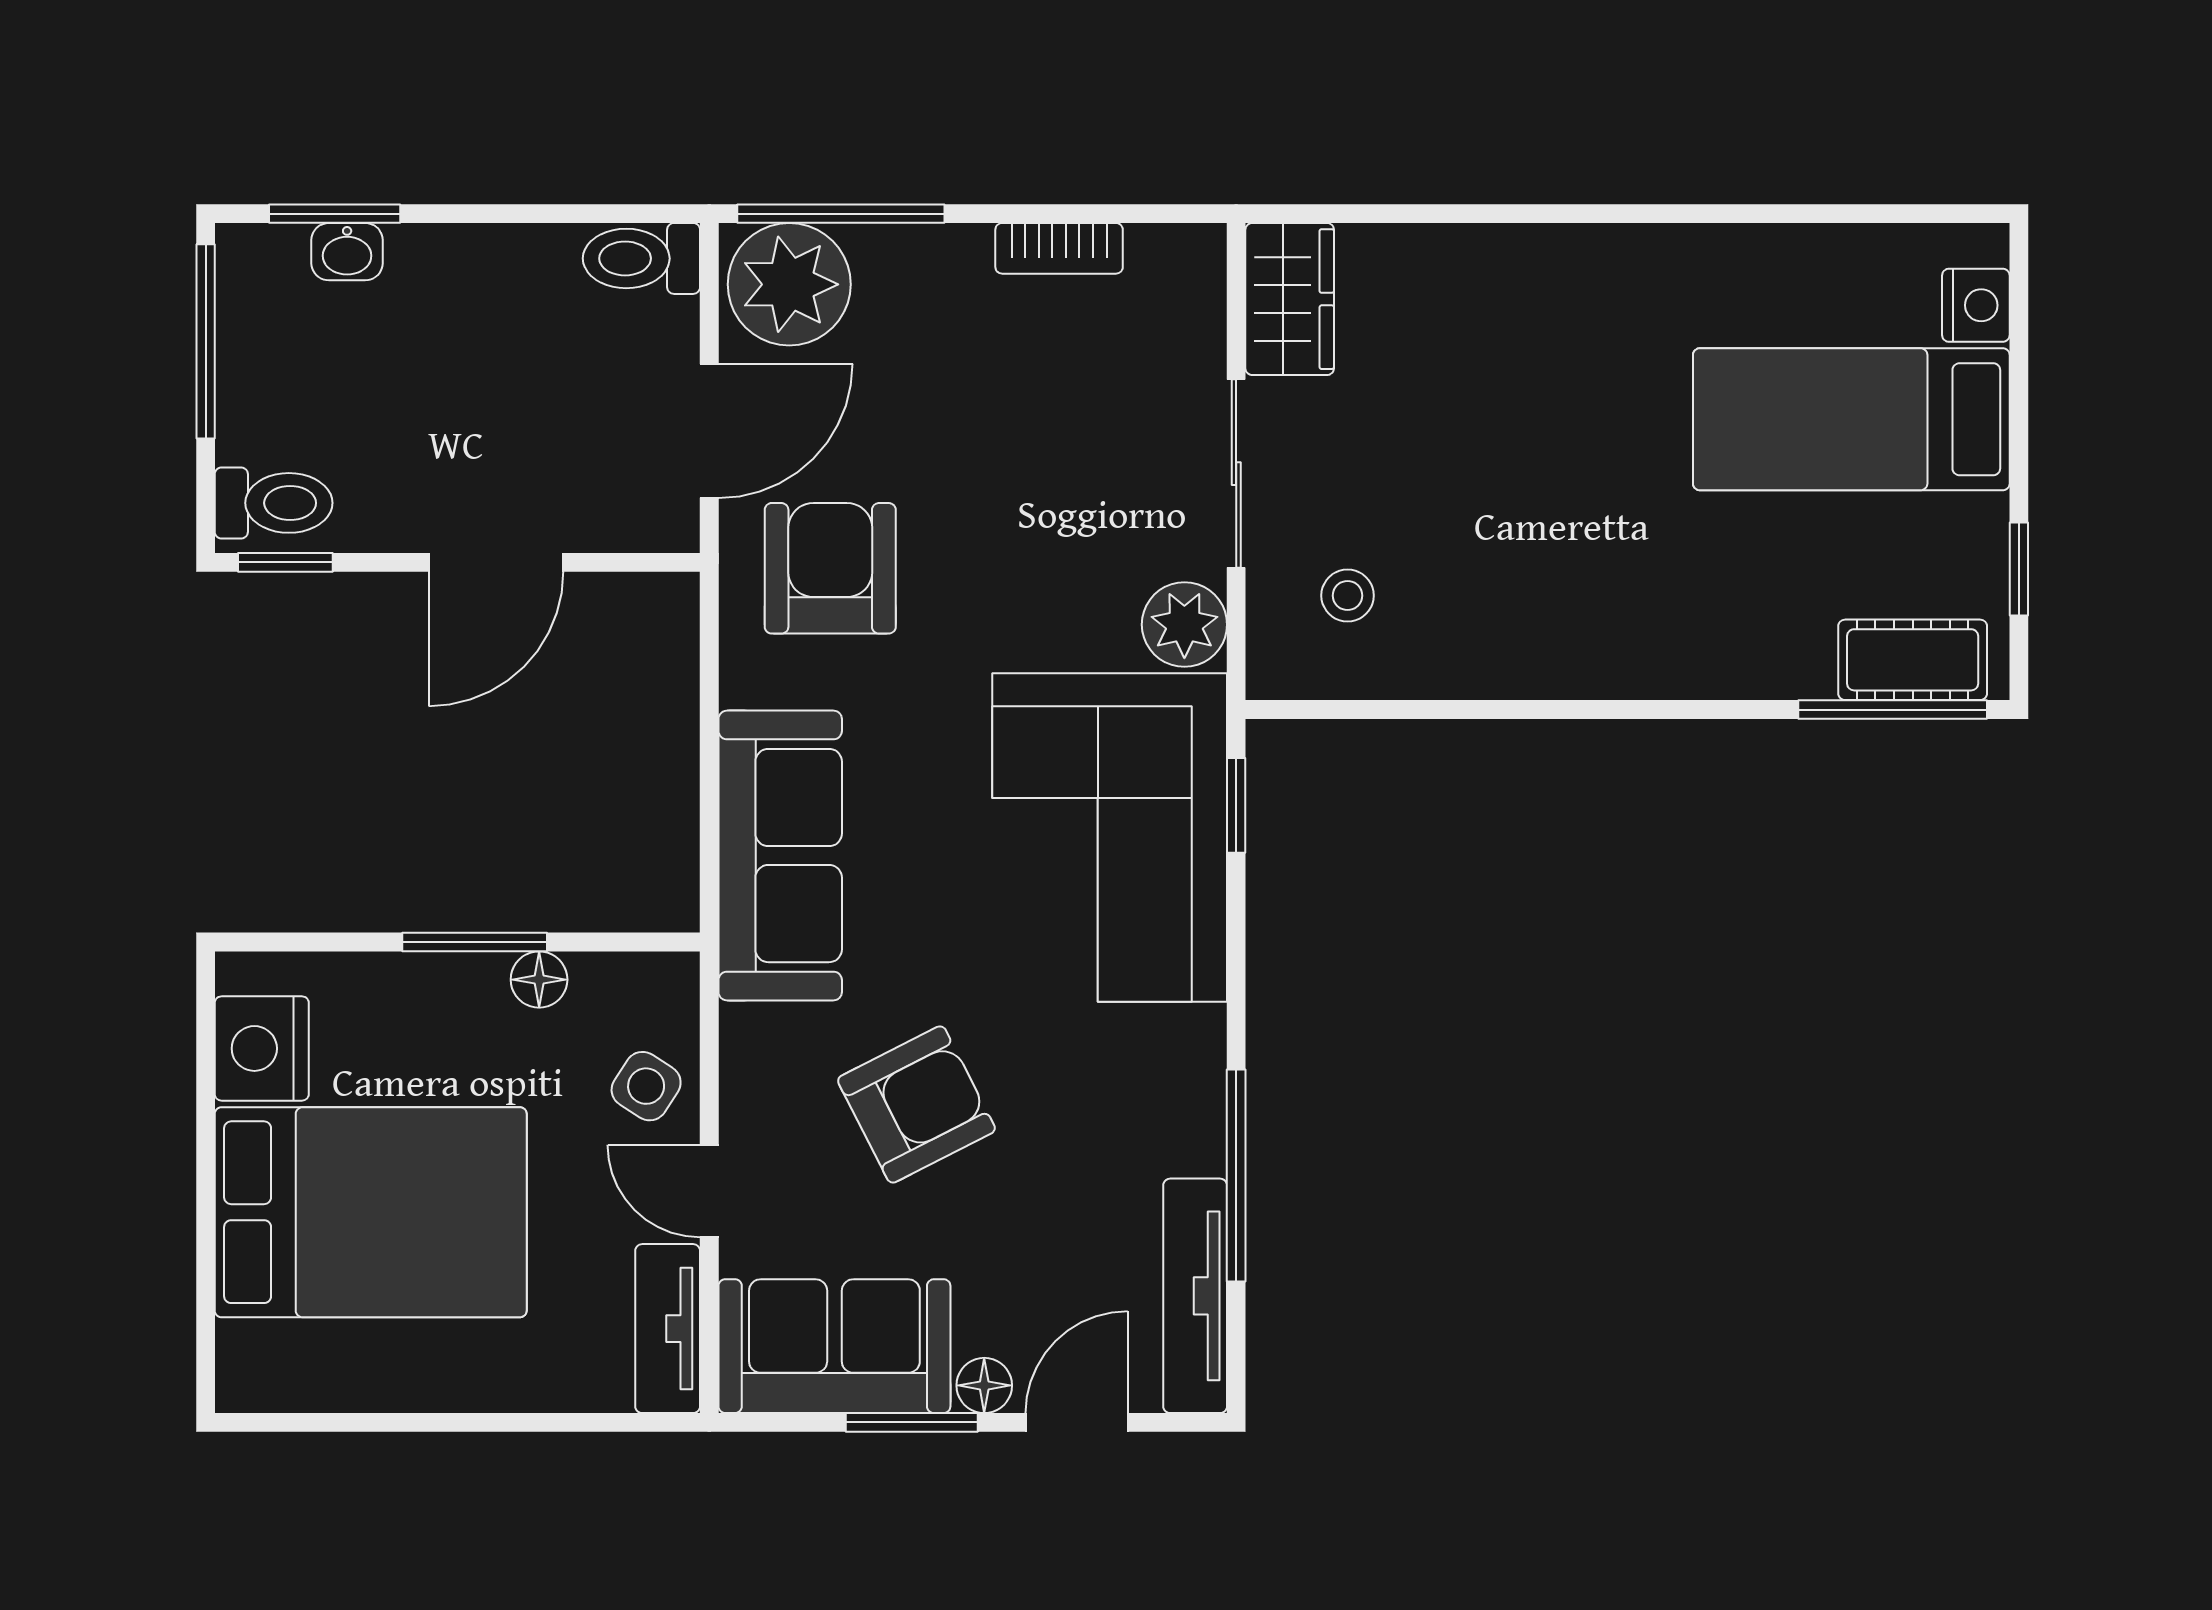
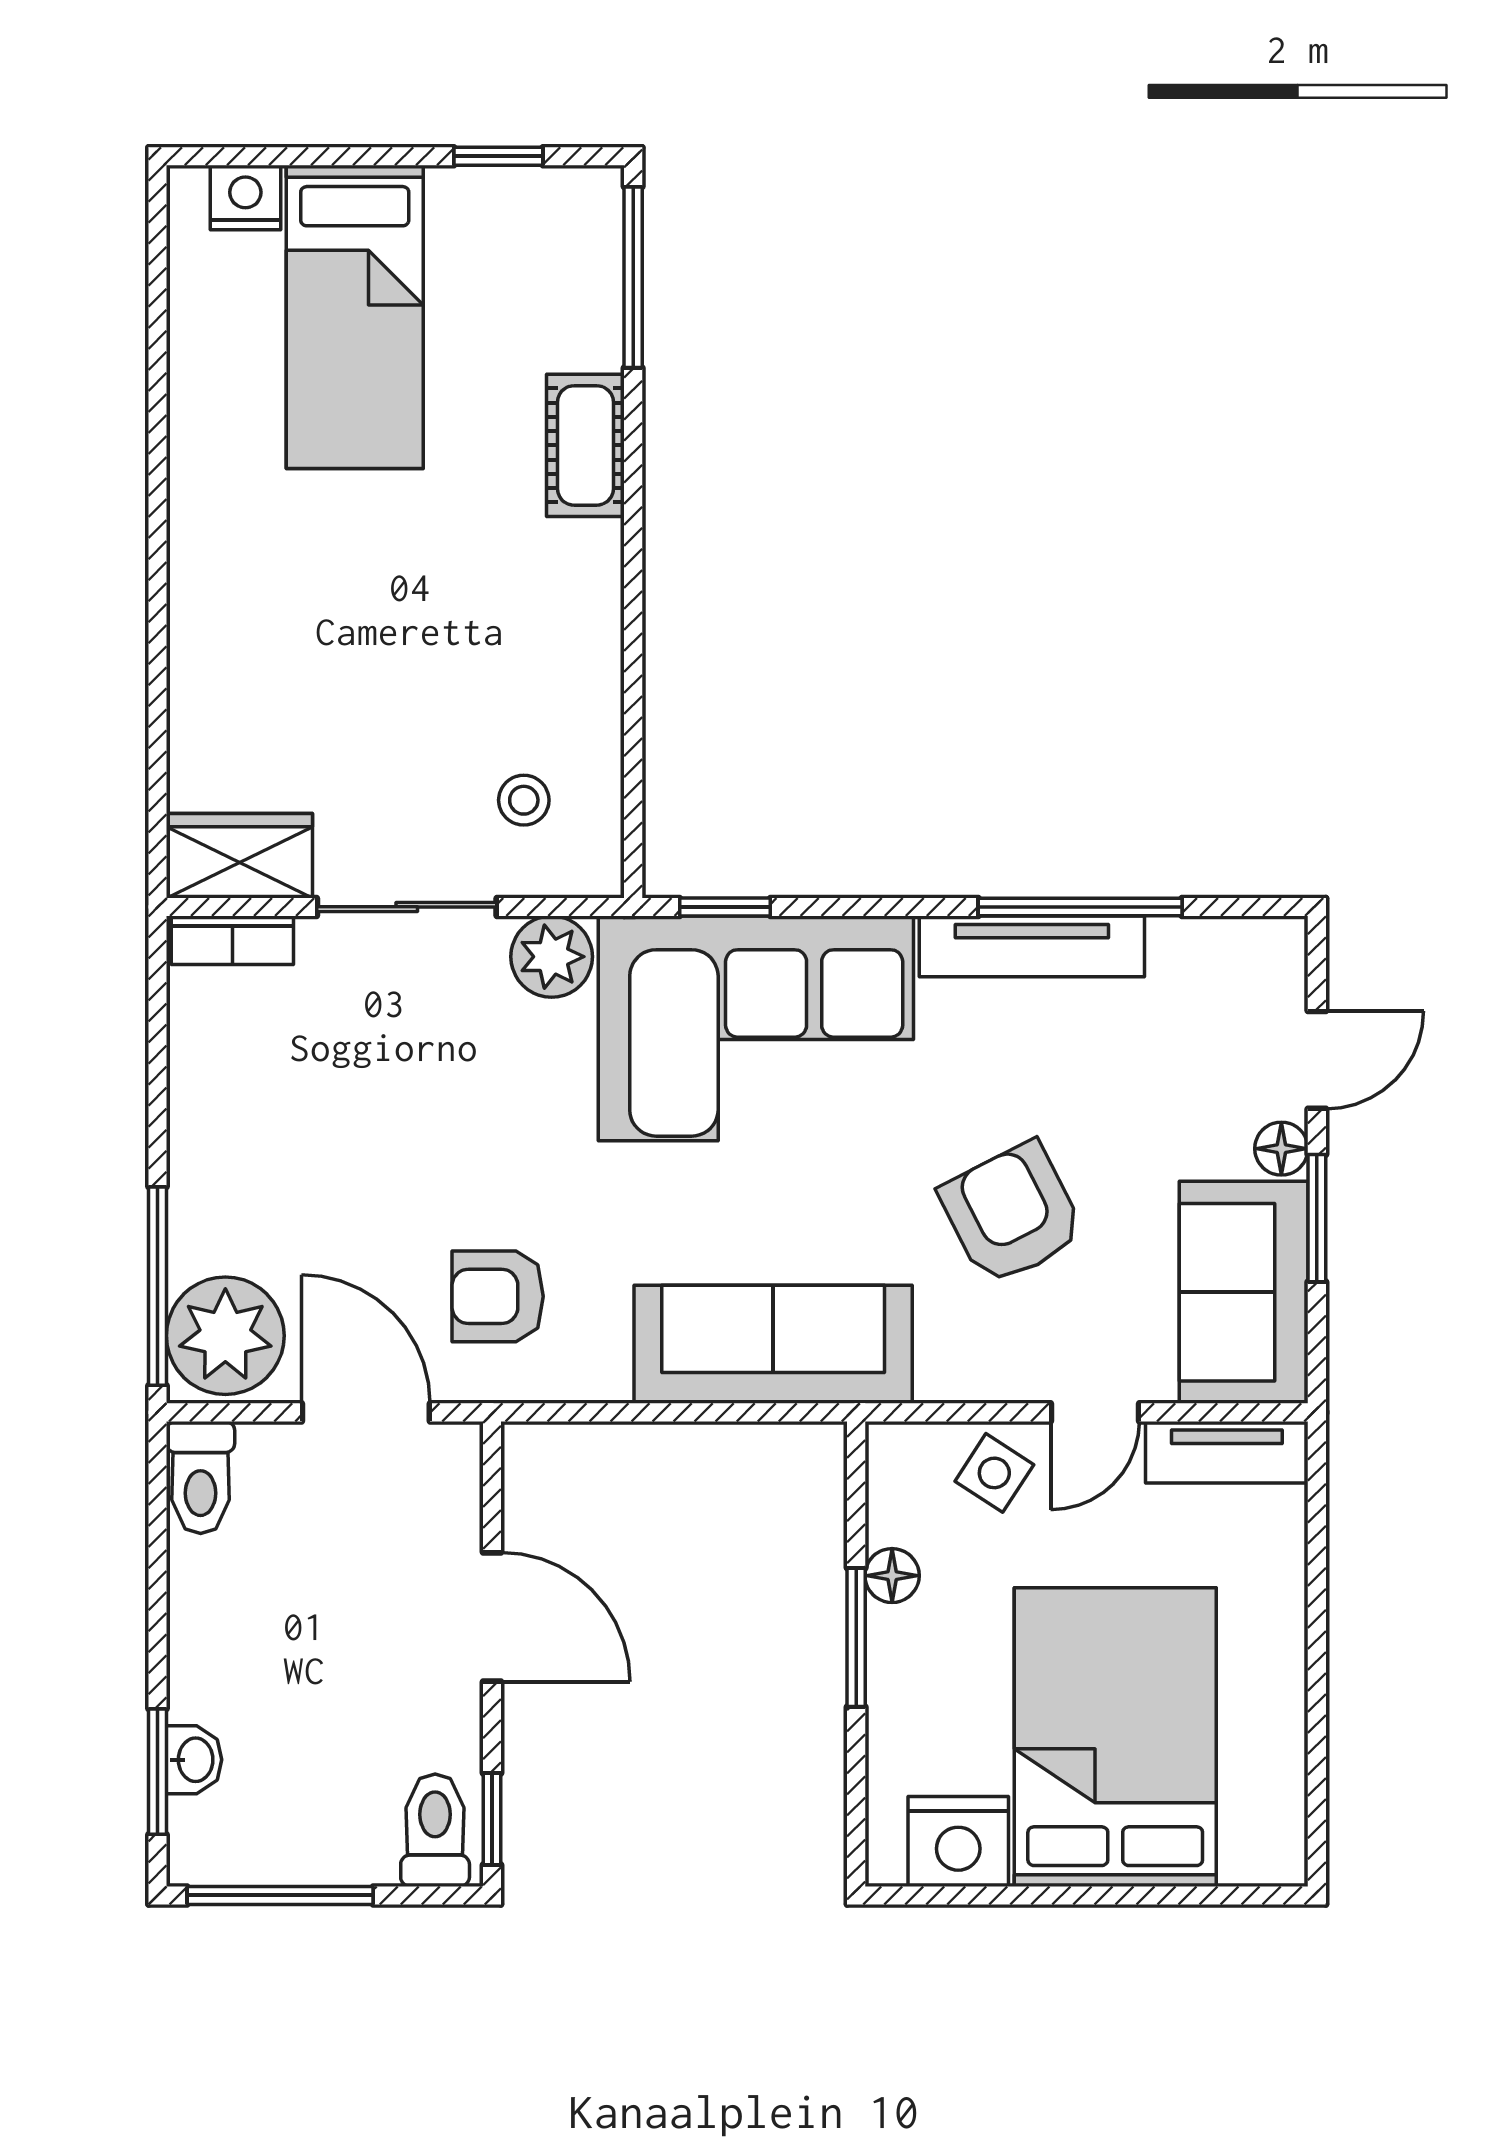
bookcase: (1059, 248) -> (232, 940), moved, turned 90
armchair: (830, 568) -> (498, 1296), width x0.72, depth x0.72
cot: (1913, 660) -> (585, 445), moved
tv unit: (1195, 1296) -> (1032, 946), moved
door: (1077, 1422) -> (1317, 1060), swing flipped

